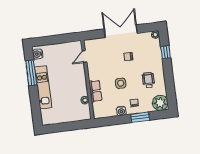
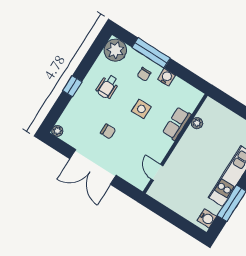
window: (166, 52) -> (72, 86), moved
door: (84, 56) -> (157, 172), swing flipped
window: (140, 117) -> (151, 53), width x1.44

